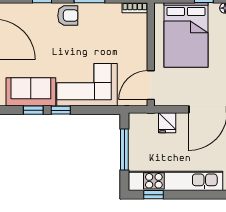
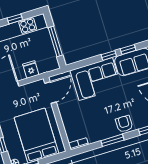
armchair: (68, 16) -> (124, 124), turned 90
window: (153, 195) -> (15, 19), moved

